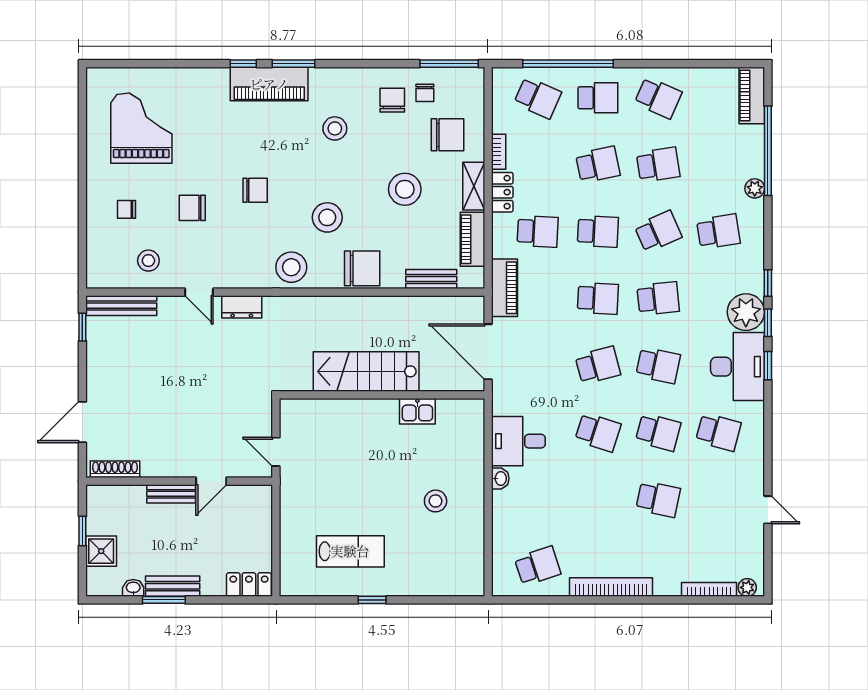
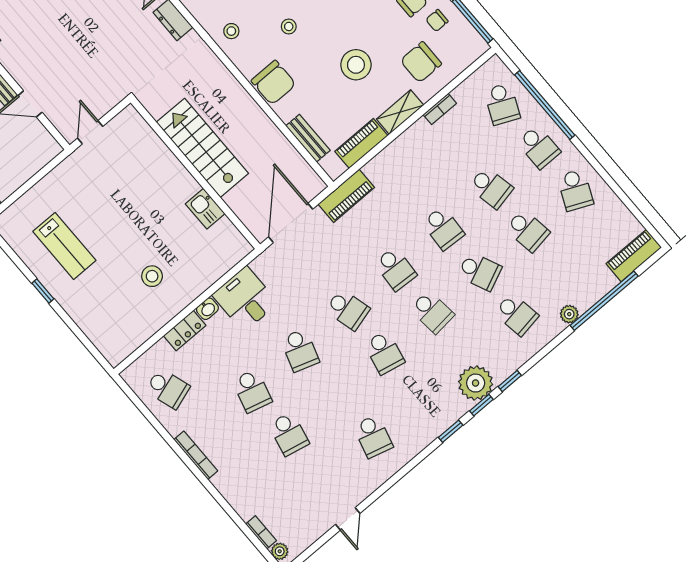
chair: (448, 135) -> (421, 62), turned 90
locker: (502, 192) -> (185, 331), moved
stool: (327, 217) -> (289, 26), width x0.53, depth x0.53
school desk: (538, 232) -> (407, 185), removed
stool: (291, 267) -> (231, 31), width x0.53, depth x0.53
desk: (738, 367) -> (432, 410), removed
school desk: (658, 432) -> (252, 391), moved
bookcase: (611, 587) -> (196, 455), width x0.68, depth x0.76
bookcase: (709, 589) -> (261, 532), width x0.64

